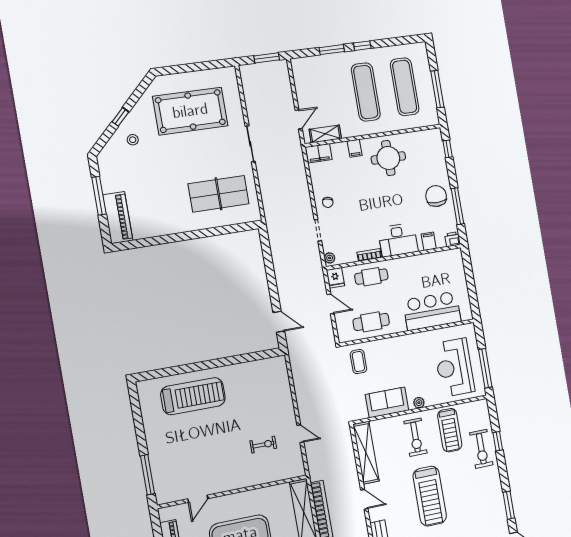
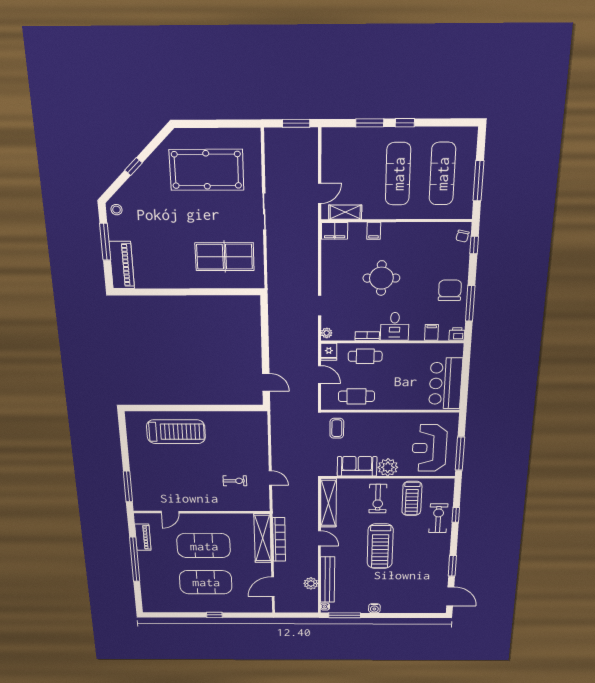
stool: (133, 140) -> (117, 210), moved
round table: (388, 158) -> (381, 278), moved
chair: (328, 202) -> (462, 236), moved
desk: (398, 240) -> (395, 327), width x0.73
bar counter: (432, 311) -> (446, 383), moved, turned -90
plant: (419, 403) -> (388, 467), width x1.88, depth x1.88
exercise bike: (481, 449) -> (438, 518), turned 180

